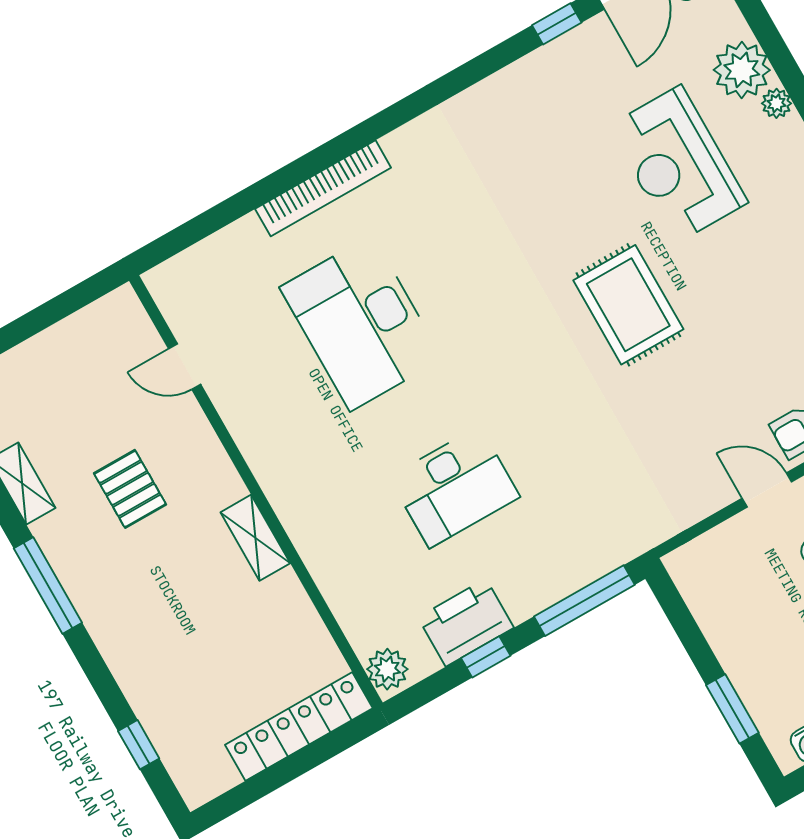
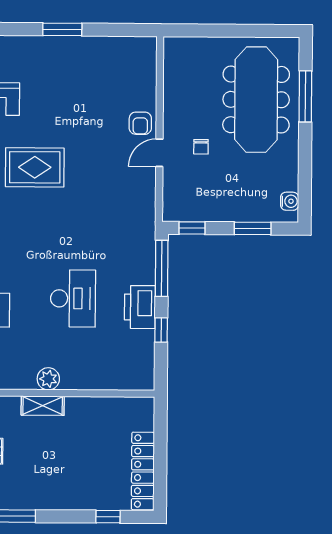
window: (677, 612) -> (192, 228), added
printer: (466, 623) -> (140, 307), moved
plant: (387, 669) -> (48, 379), moved
locker: (299, 727) -> (143, 471), moved

